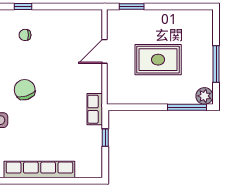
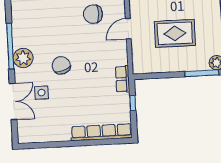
chair: (25, 35) -> (93, 14), moved, width x1.87, depth x1.87
row of seats: (39, 170) -> (101, 132), moved

